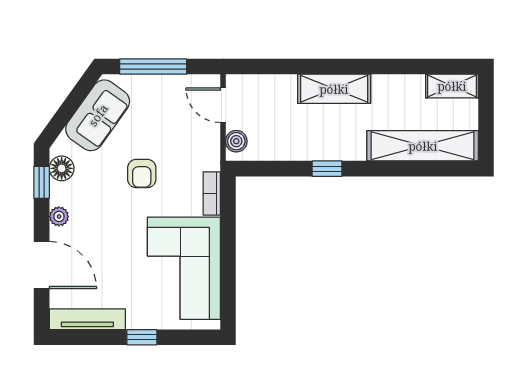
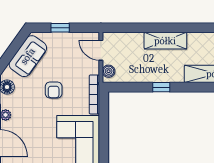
window: (153, 66) -> (60, 28), width x0.46
bookcase: (212, 193) -> (94, 94), width x1.56

